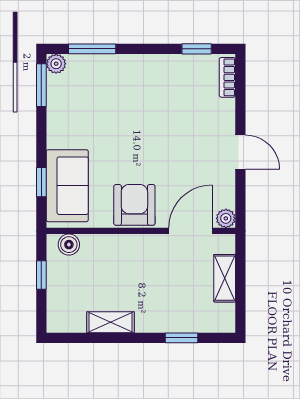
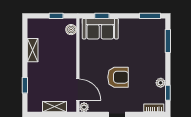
plant: (56, 64) -> (161, 83), moved
armchair: (134, 205) -> (118, 77), moved

